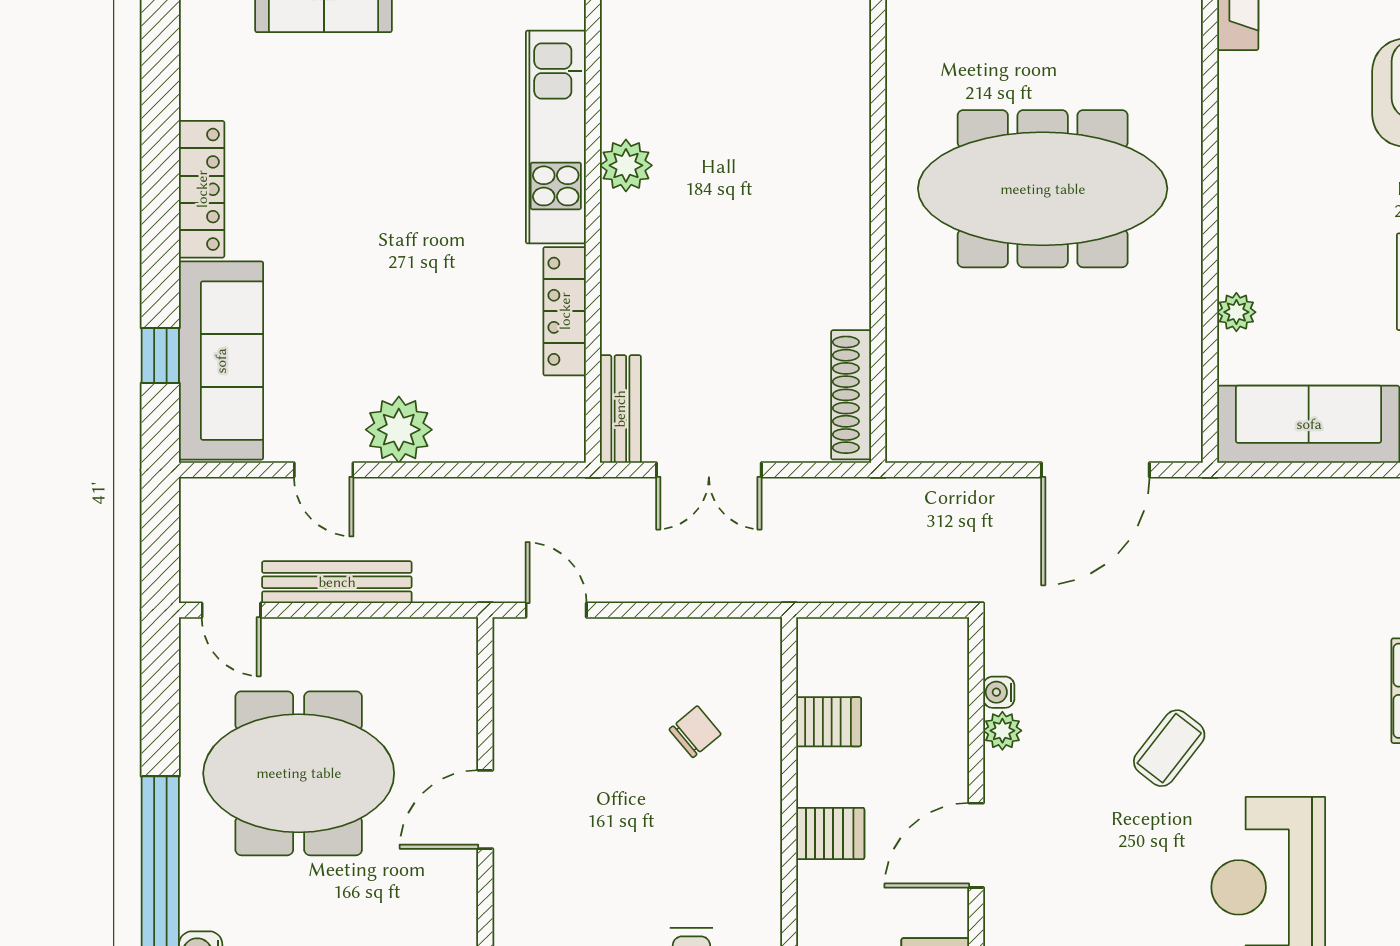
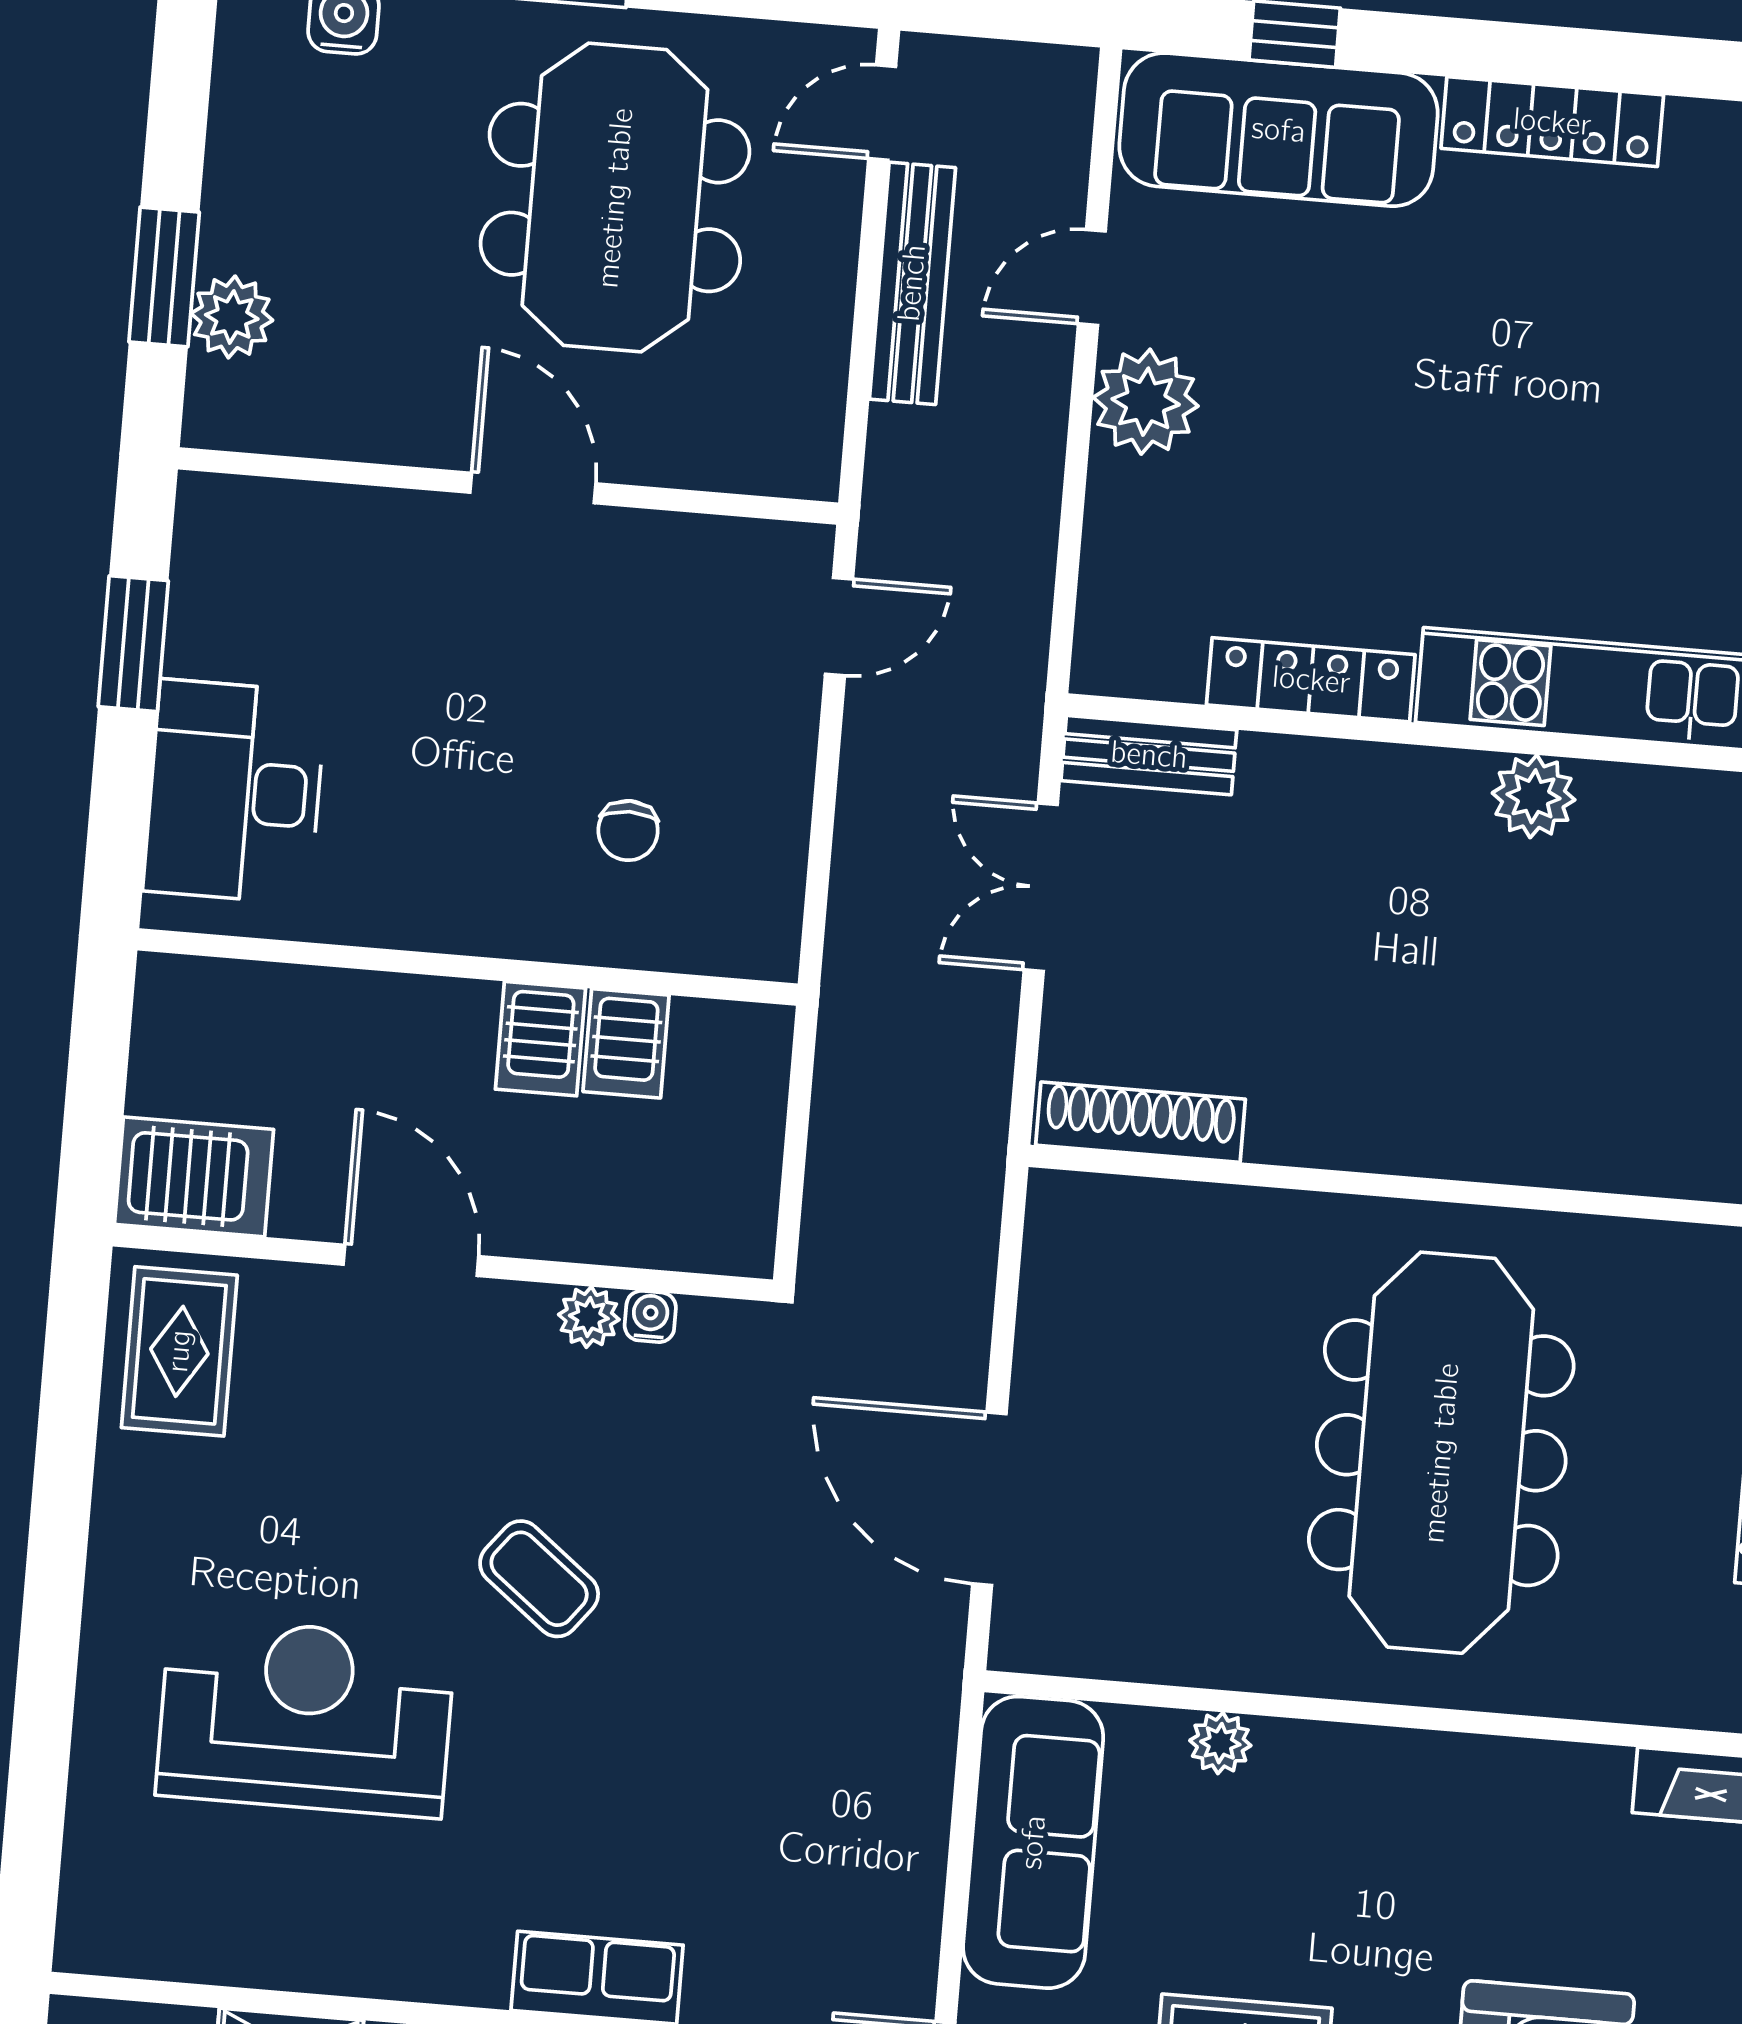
chair: (695, 732) -> (628, 831), turned 40
server rack: (830, 833) -> (541, 1039), moved

